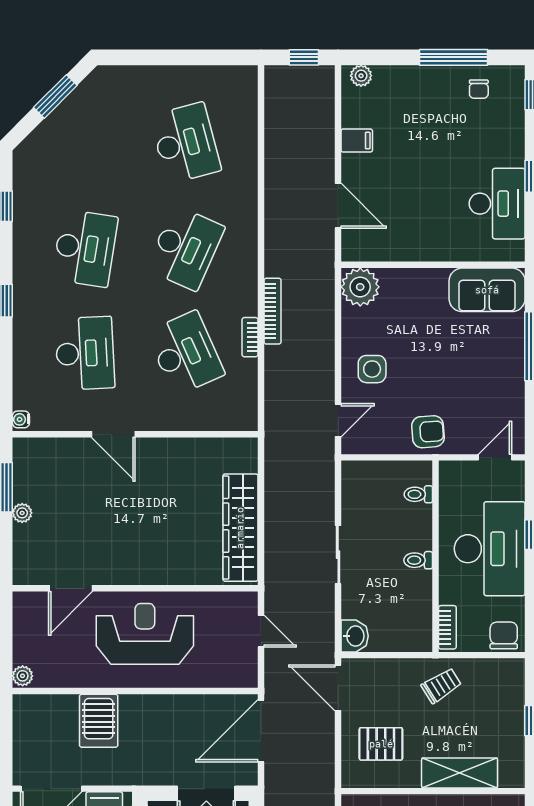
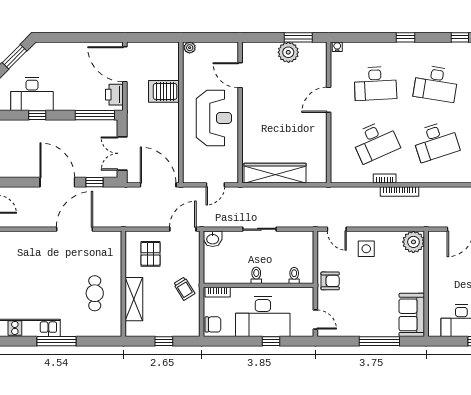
desk: (185, 248) -> (436, 141), turned -42
armchair: (428, 432) -> (330, 281), turned -86
plant: (22, 513) -> (288, 52), width x1.87, depth x1.87

